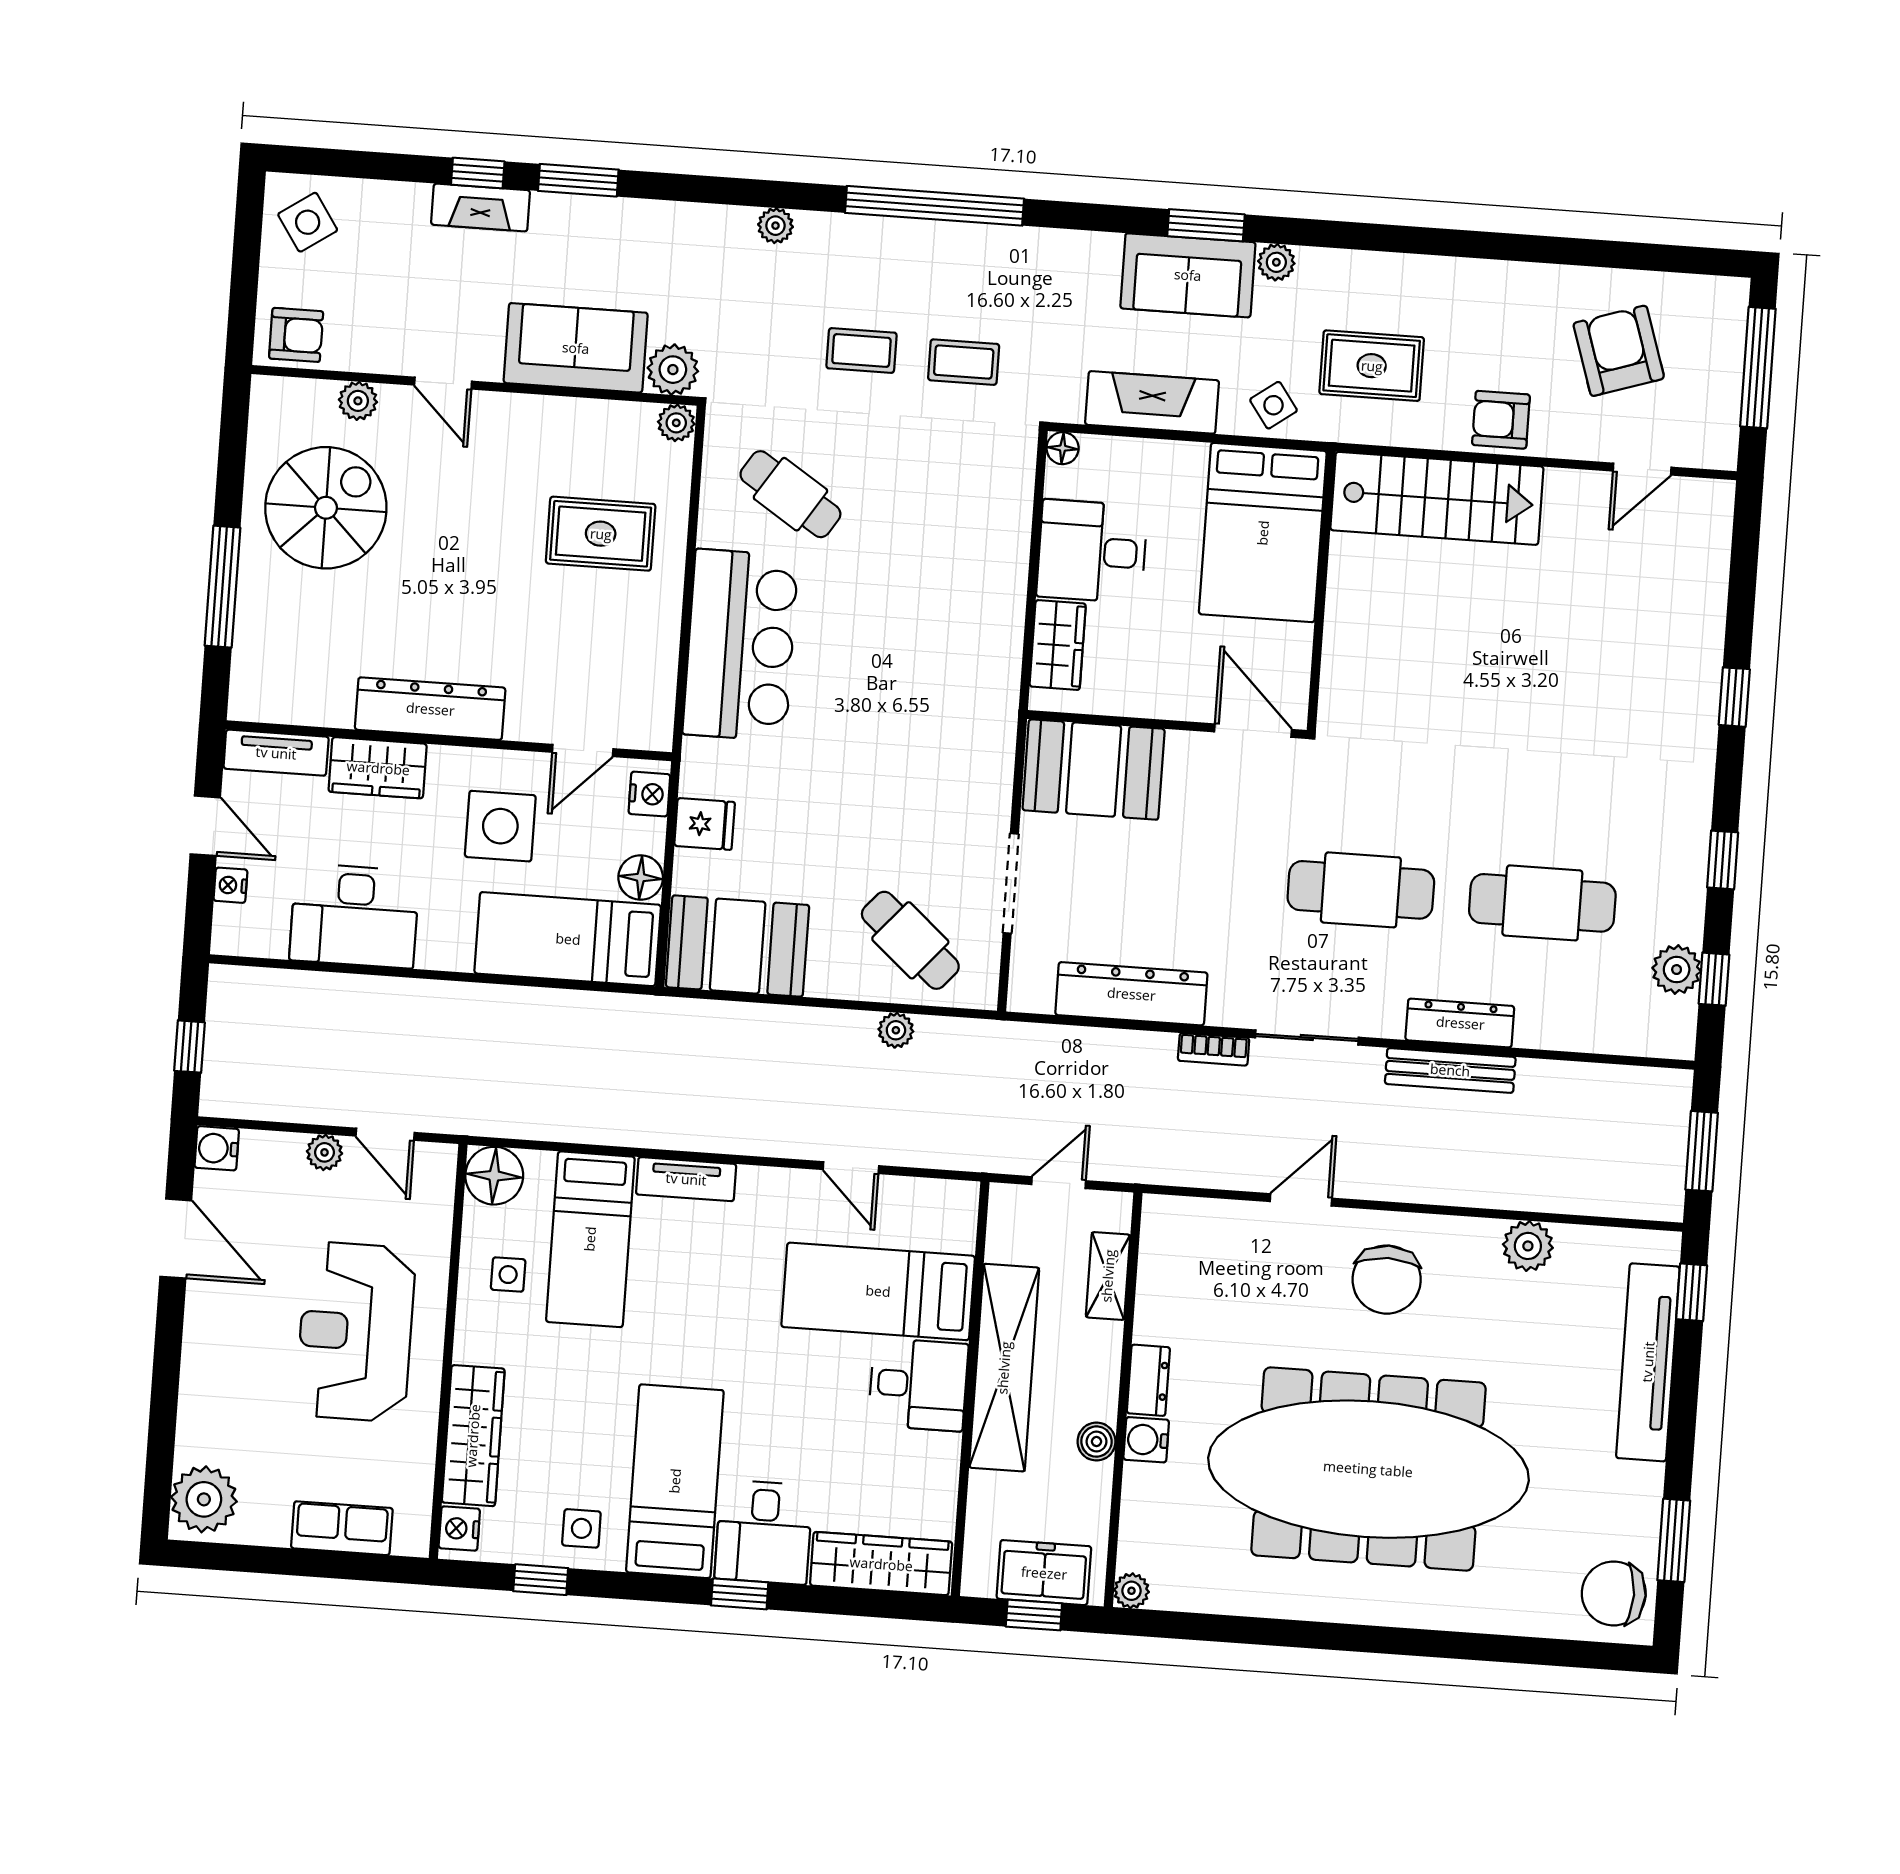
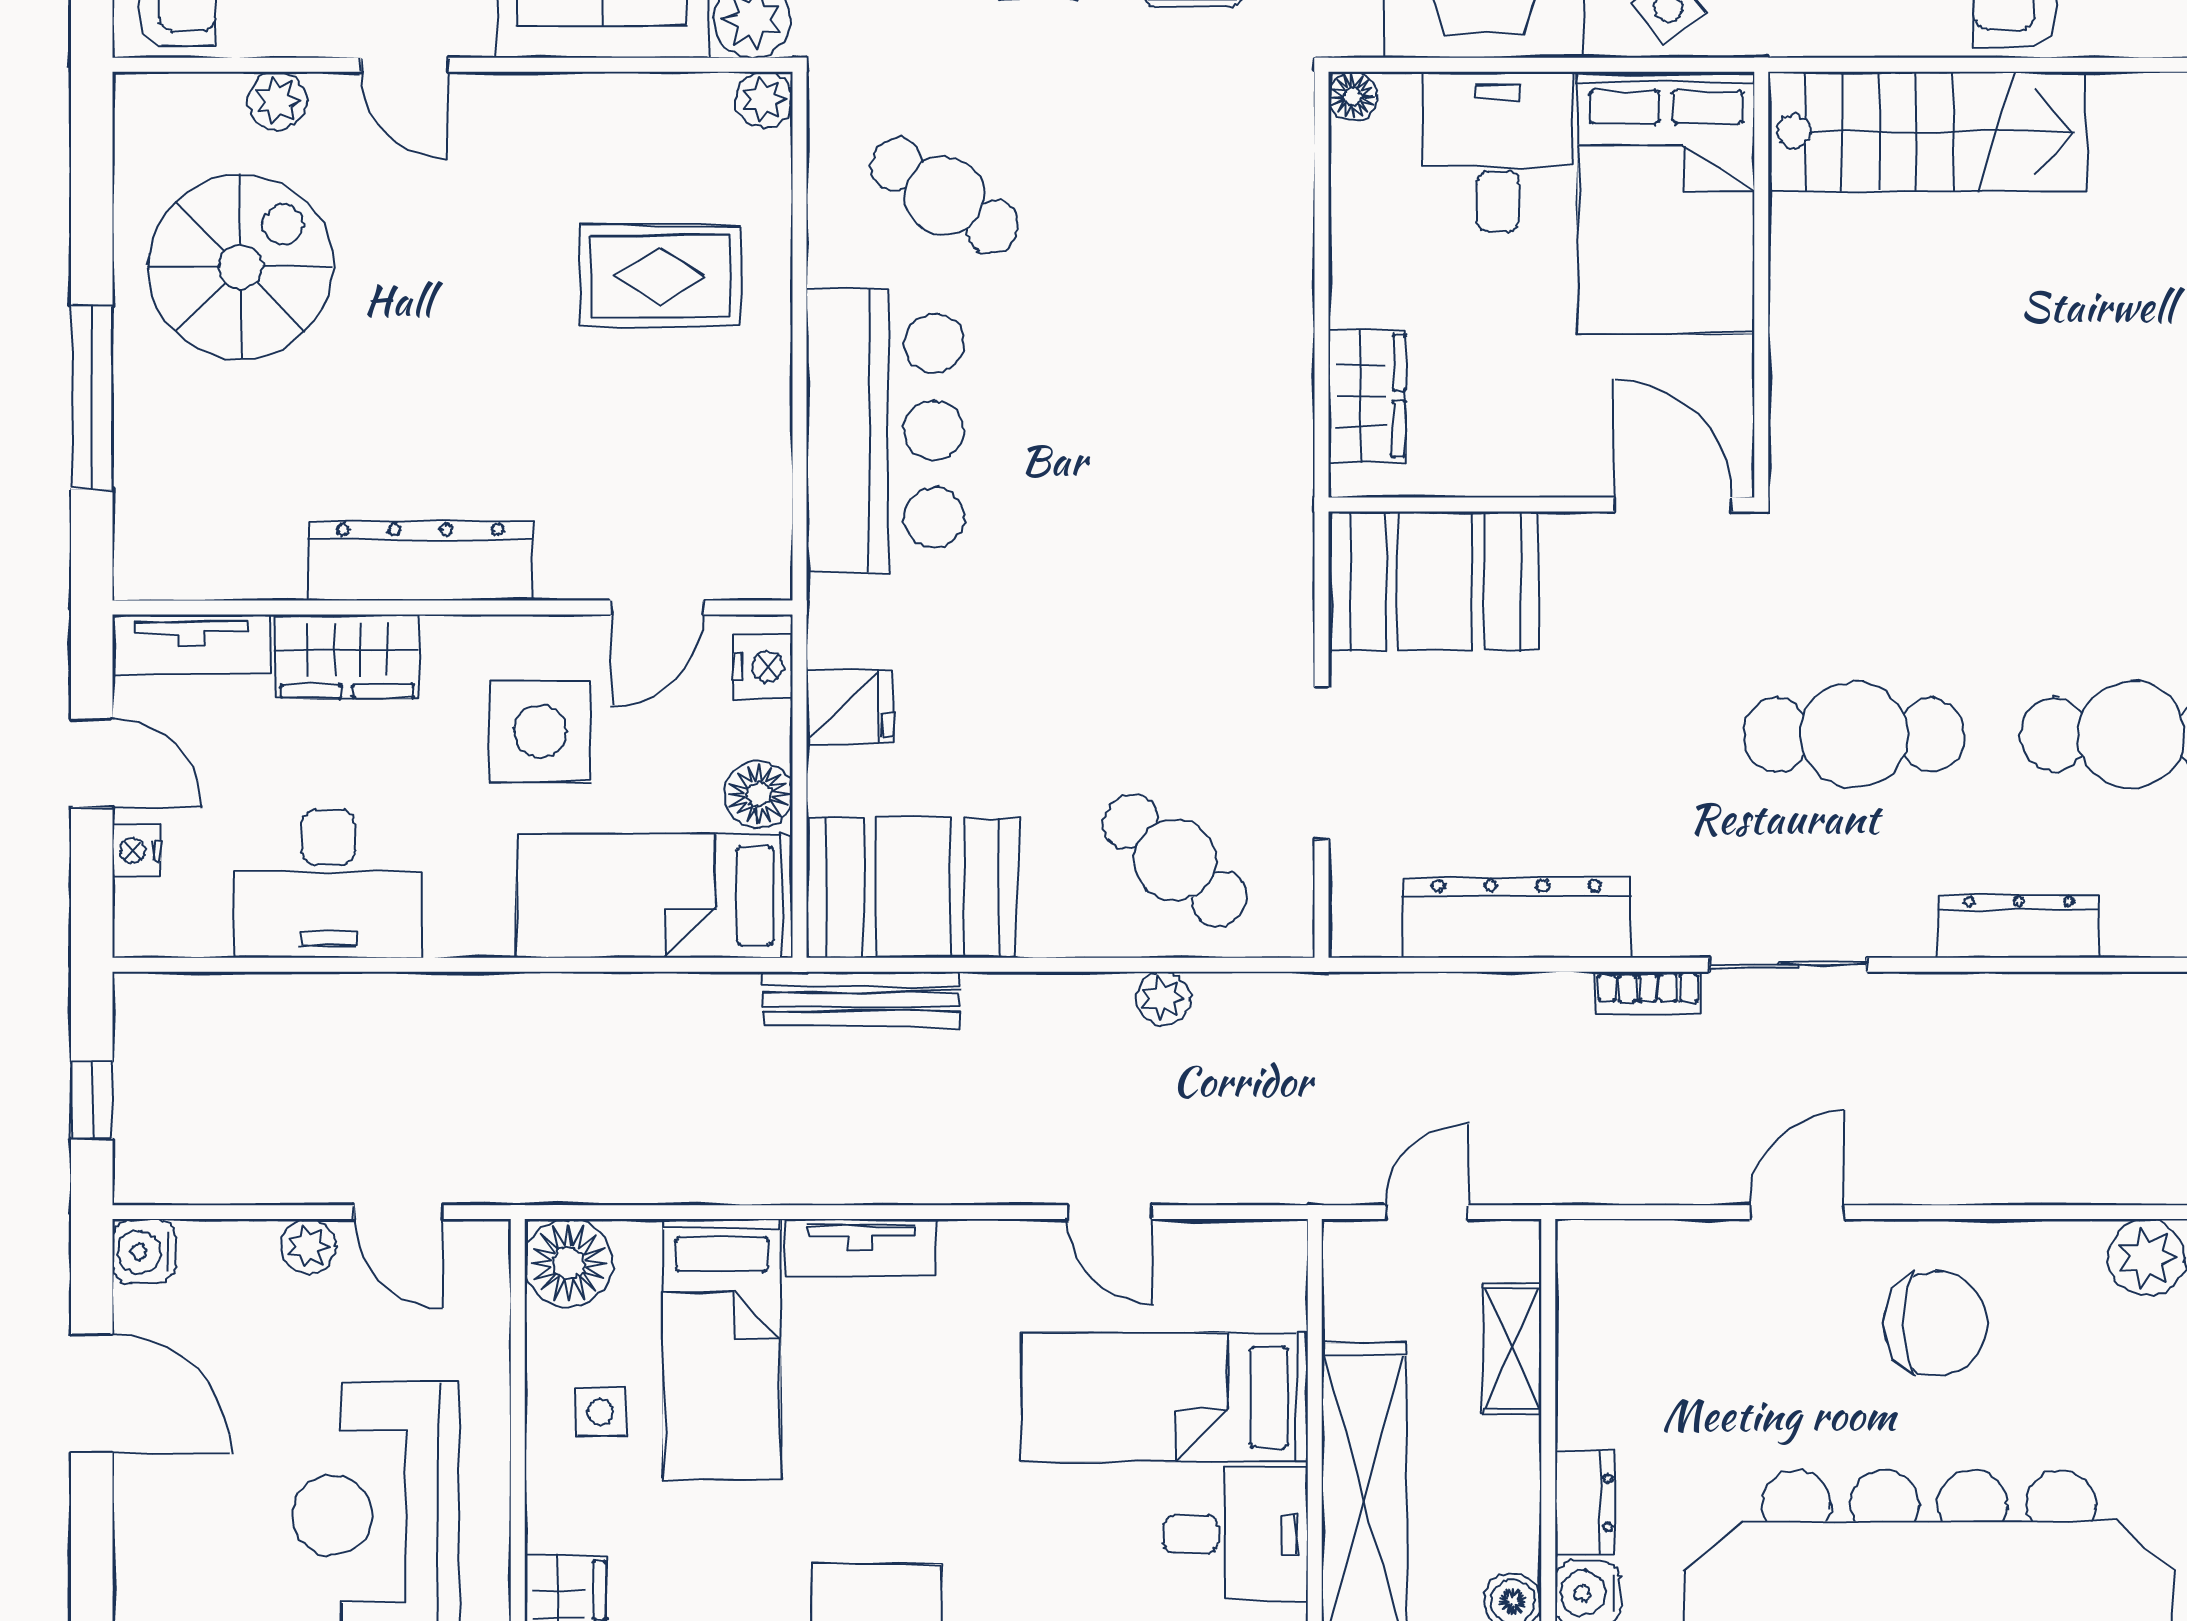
desk: (1092, 551) -> (1498, 152), moved, turned 90
bench: (1450, 1070) -> (862, 999), moved
chair: (1387, 1280) -> (1936, 1324), turned -90

